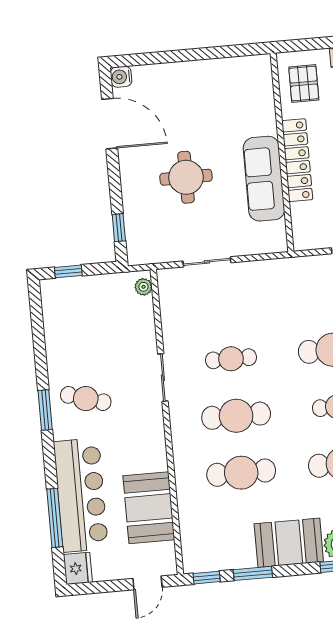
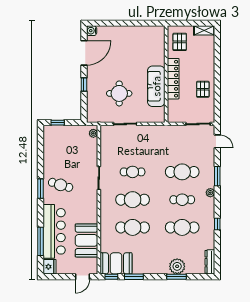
door: (110, 124) -> (84, 53), hinge flipped
round table: (186, 177) -> (119, 93), moved
window: (119, 228) -> (84, 85), moved
booth: (289, 543) -> (116, 263), moved

